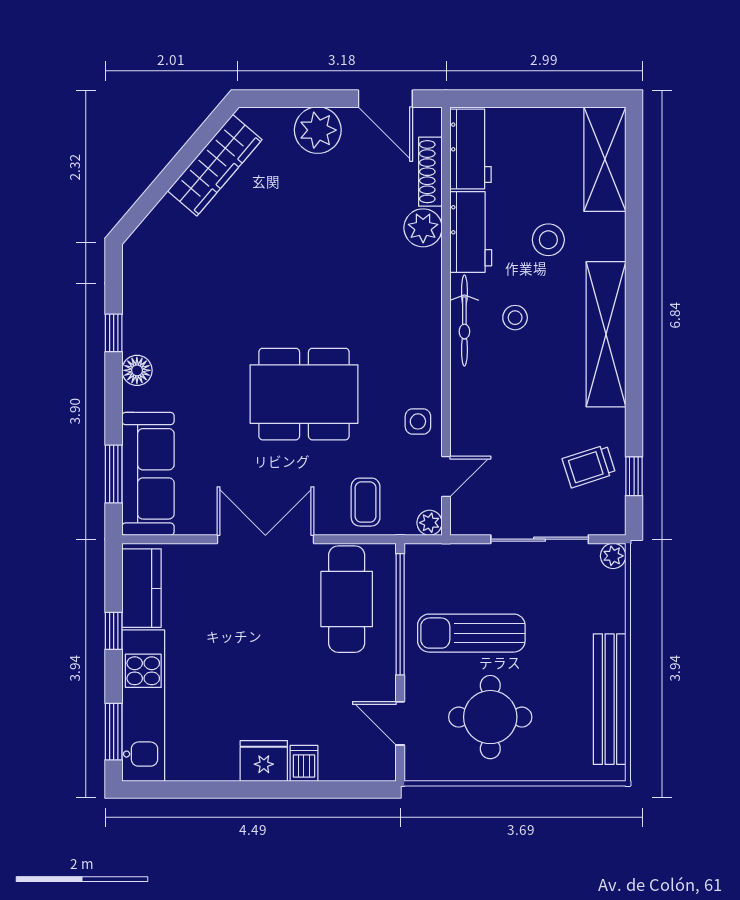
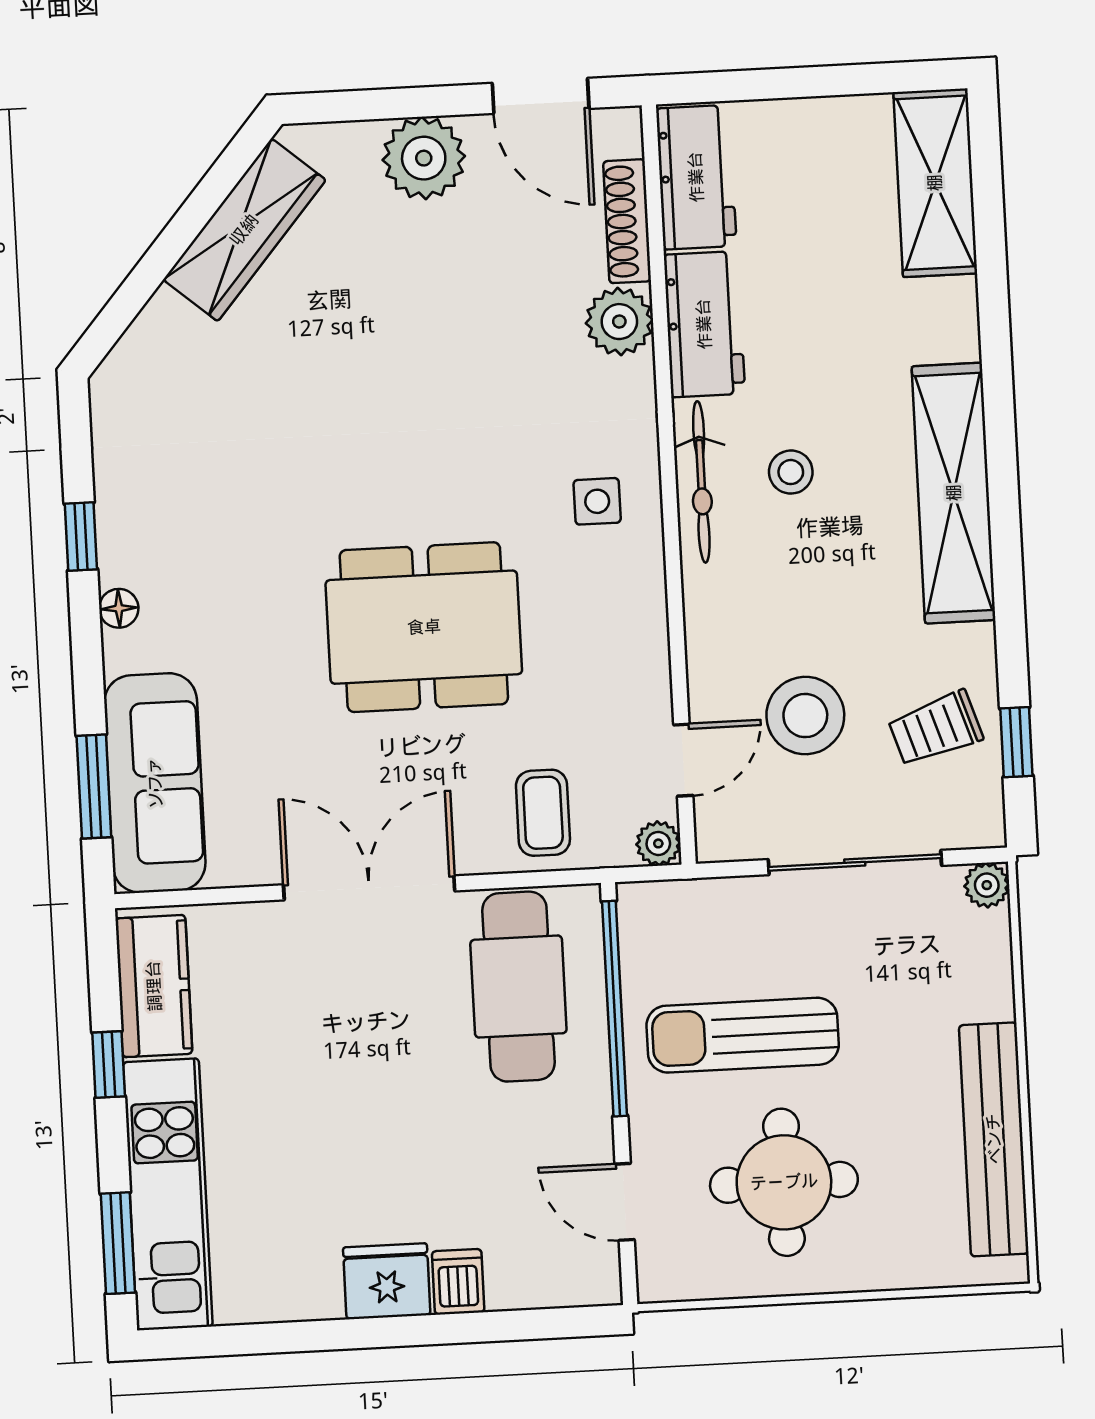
stool: (548, 240) -> (805, 716), moved, width x1.38, depth x1.38
floor lamp: (137, 370) -> (119, 608), width x0.73, depth x0.73
side table: (418, 421) -> (597, 501), moved

